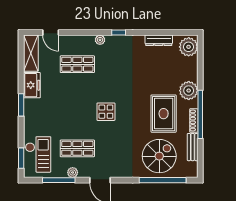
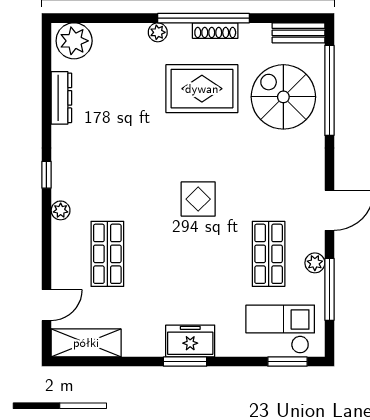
freezer: (32, 85) -> (190, 341), moved
plant: (189, 91) -> (158, 32), width x0.53, depth x0.53
bench: (193, 147) -> (299, 33), moved

